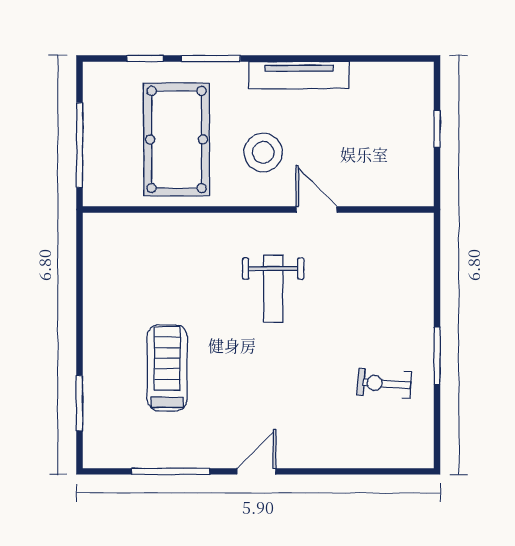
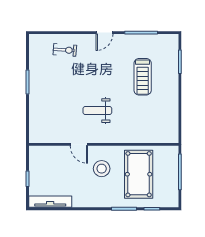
tv unit: (299, 75) -> (50, 202), moved
weight bench: (273, 289) -> (97, 111), turned -90
exercise bike: (384, 384) -> (65, 50), moved

